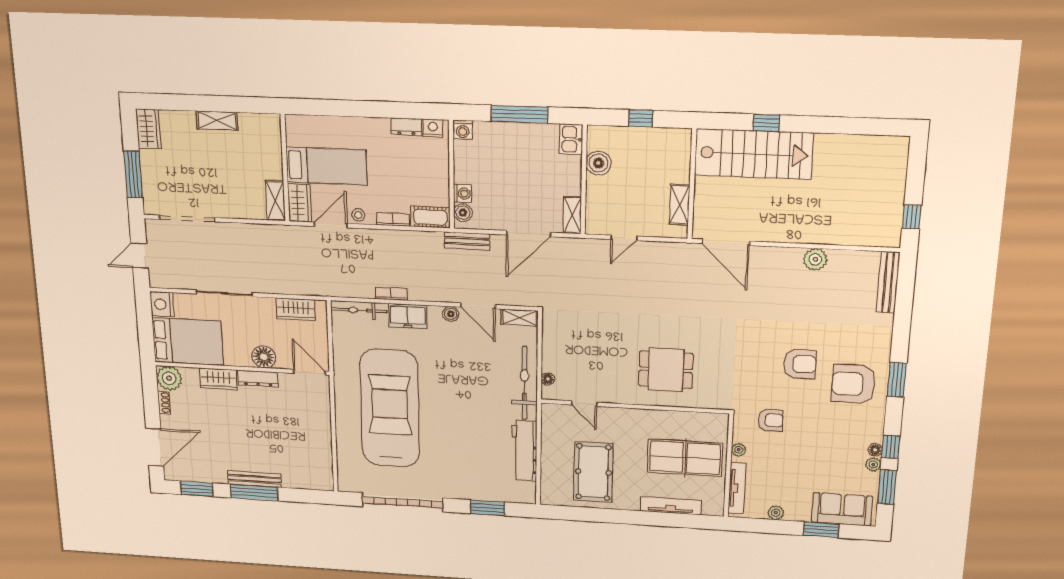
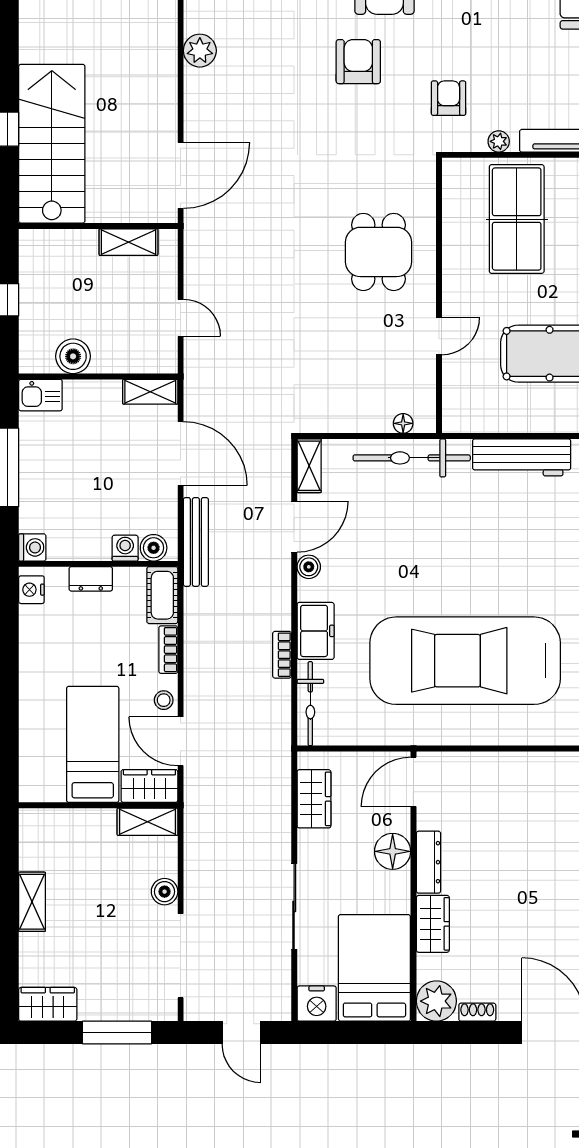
dresser: (406, 127) -> (91, 579), moved, turned 90
boiler: (229, 210) -> (165, 892), added
bench: (467, 241) -> (196, 542), width x1.36
door: (584, 404) -> (439, 336), moved

